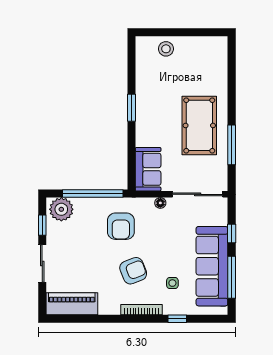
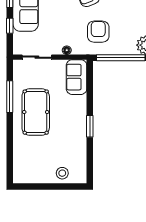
sliding door: (198, 194) -> (37, 57), width x0.73

